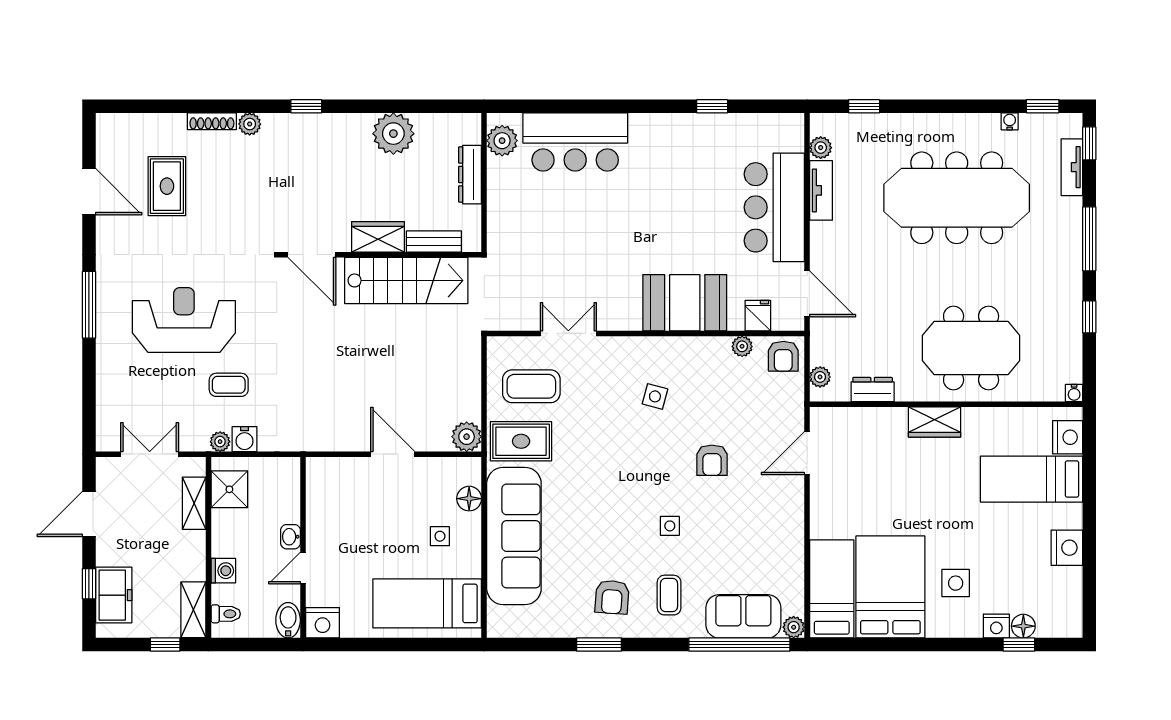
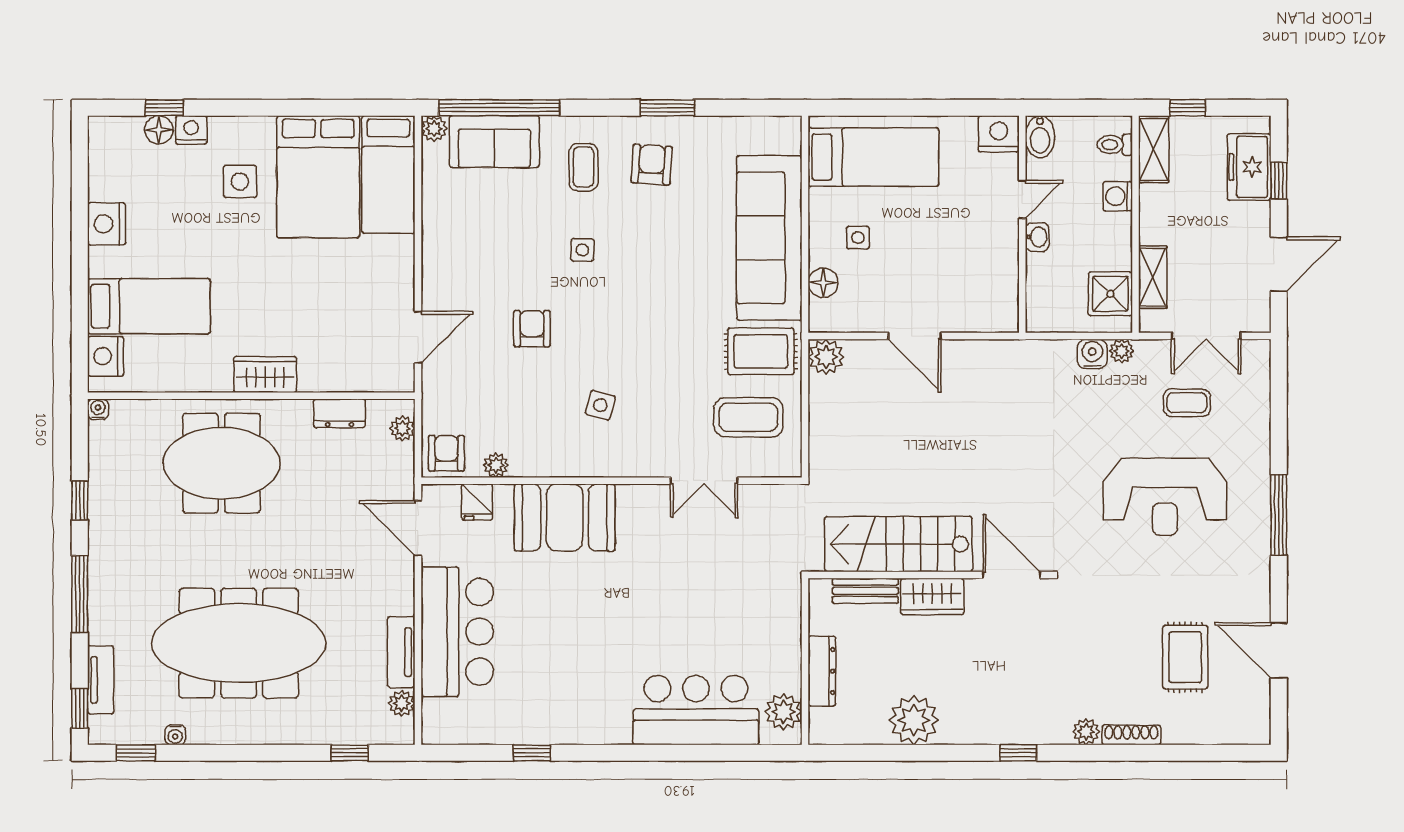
coffee table: (229, 385) -> (1187, 403), moved

